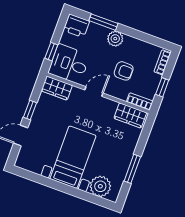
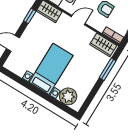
window: (30, 110) -> (30, 16), moved
window: (132, 169) -> (108, 69), moved

